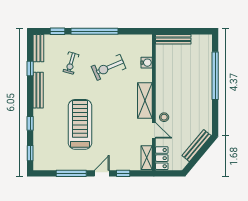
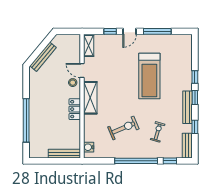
water cooler: (147, 63) -> (89, 147), moved
window: (30, 153) -> (195, 98), moved
locker: (162, 158) -> (75, 109), moved

